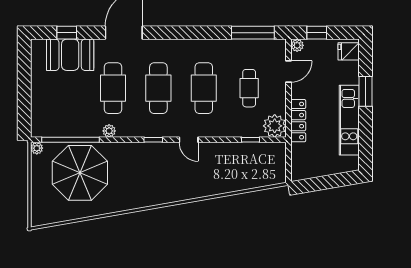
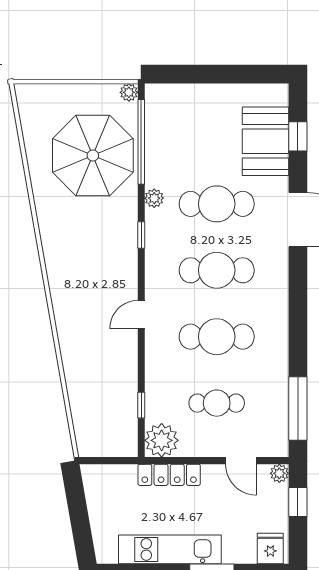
window: (153, 140) -> (141, 235), moved

